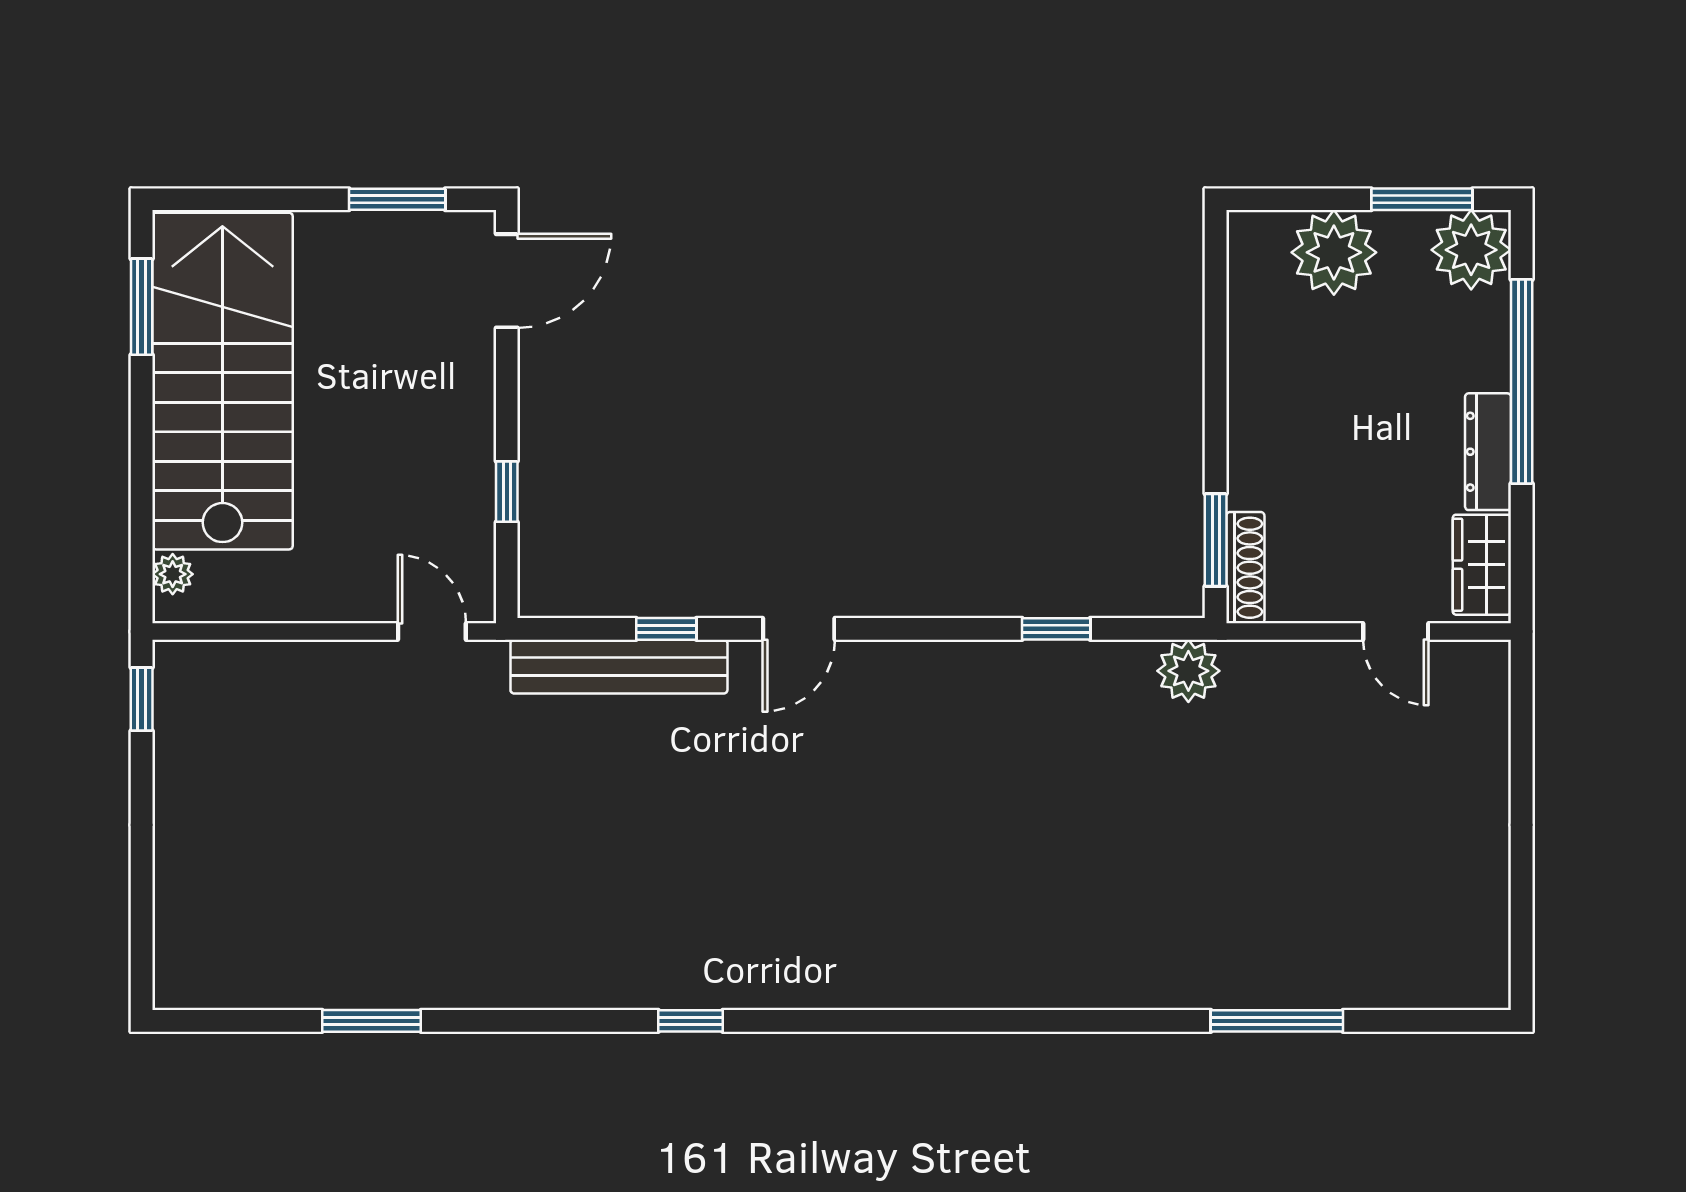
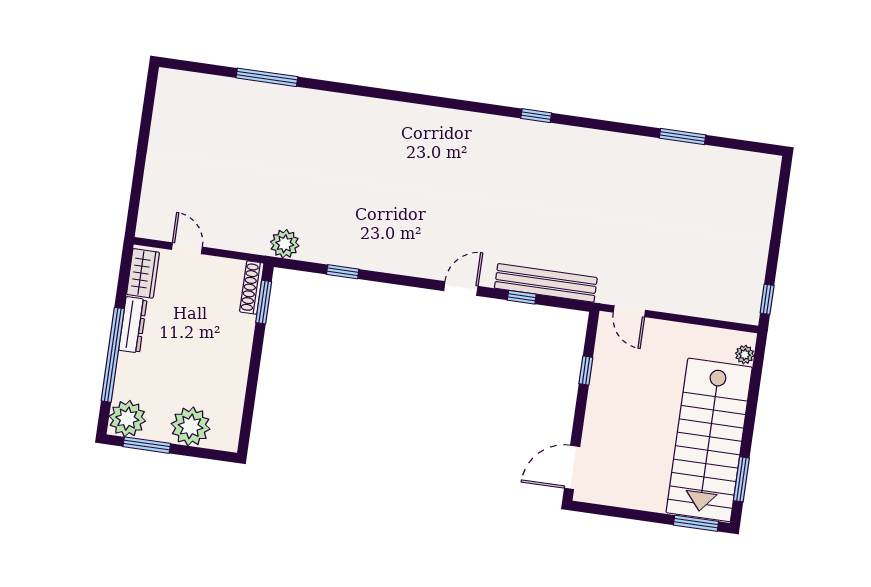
window: (397, 199) -> (696, 523), moved

